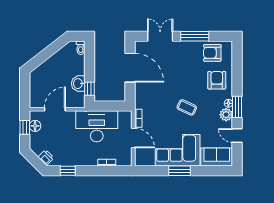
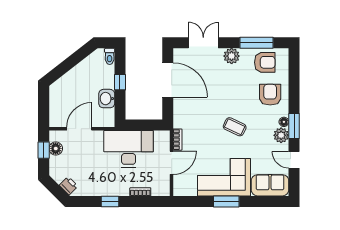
window: (195, 36) -> (256, 43), moved
plant: (184, 47) -> (232, 56), added
armchair: (212, 53) -> (265, 62), turned 180
window: (90, 89) -> (120, 82), moved
door: (133, 138) -> (172, 163), hinge flipped
window: (68, 171) -> (110, 201), moved

